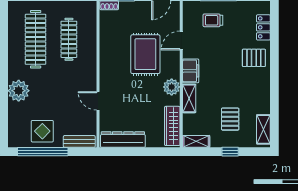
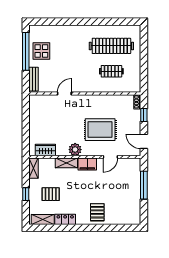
trolley: (213, 20) -> (126, 181), removed
locker: (263, 27) -> (65, 219), moved
clothes rail: (69, 39) -> (111, 71), width x0.73
door: (181, 41) -> (110, 157), swing flipped
plant: (19, 91) -> (72, 33), removed
wardrobe: (172, 126) -> (45, 150), width x0.67
dresser: (123, 140) -> (35, 112), removed

